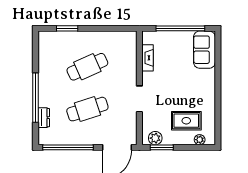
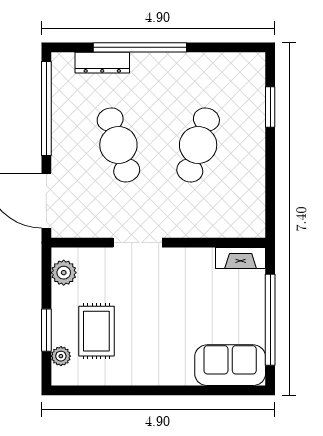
fireplace: (147, 58) -> (241, 258), moved
cafe table: (87, 67) -> (198, 145), turned 42
dresser: (44, 118) -> (102, 63), width x1.44
window: (162, 147) -> (46, 330), moved

